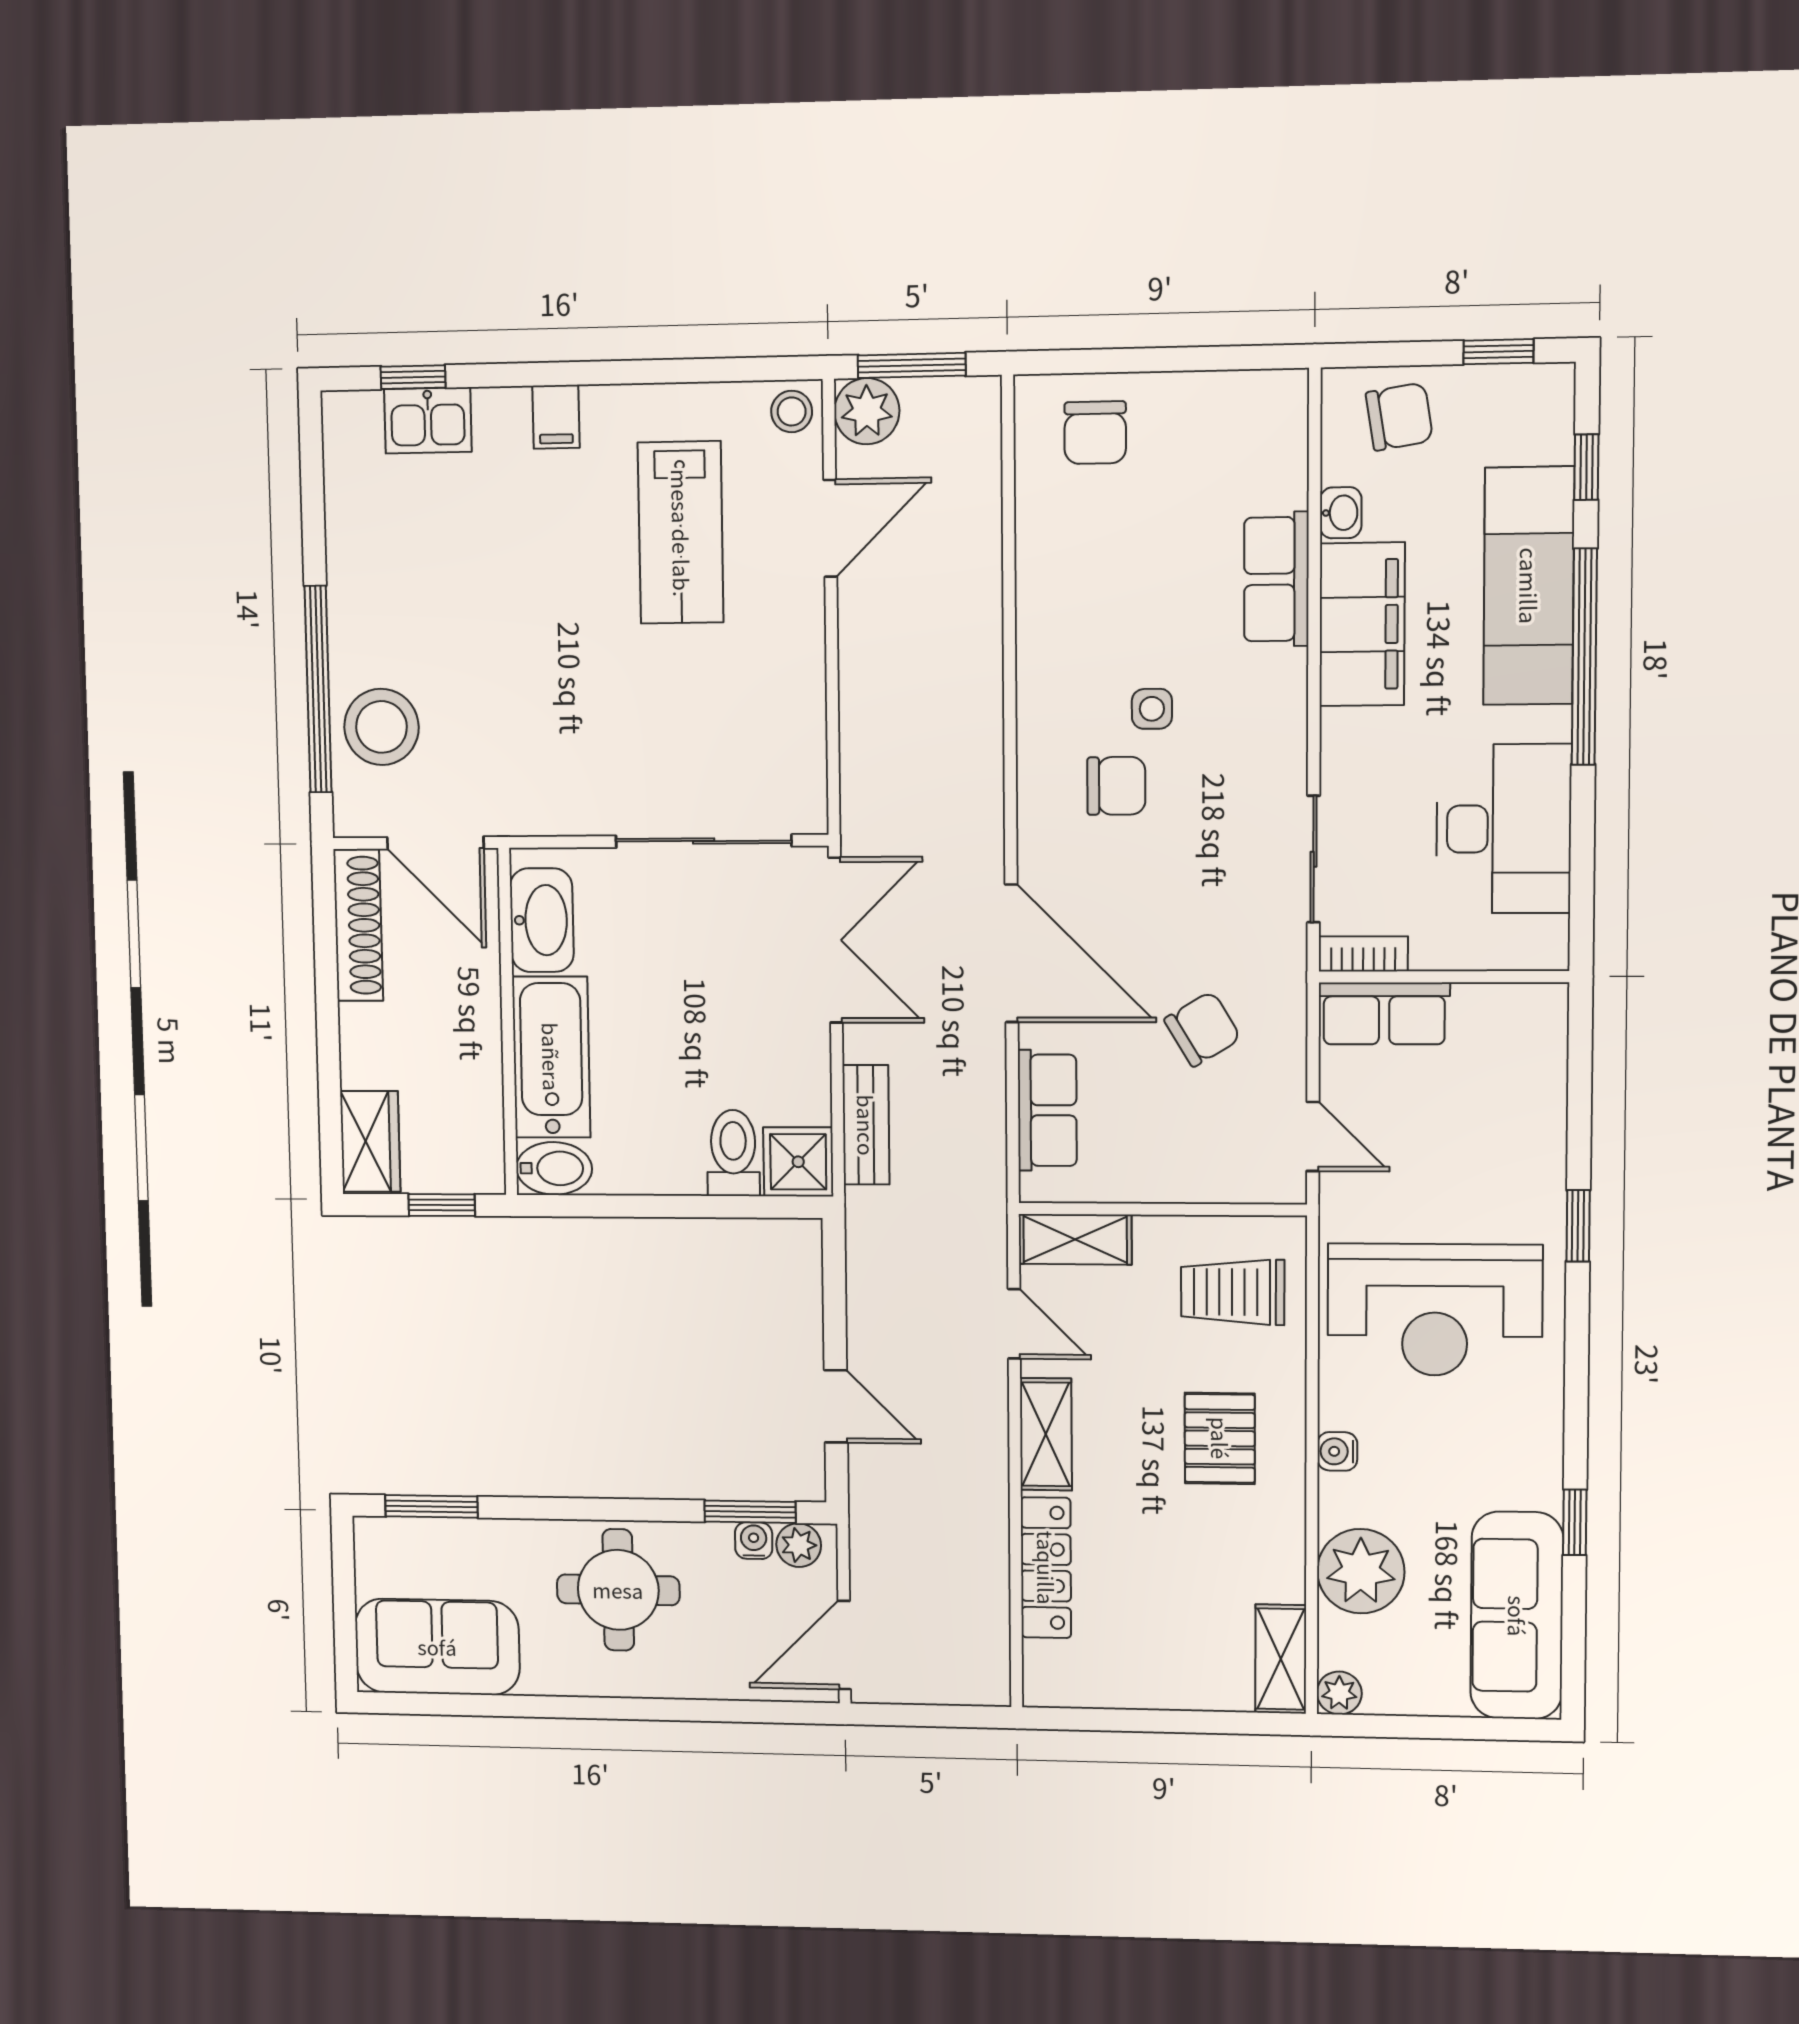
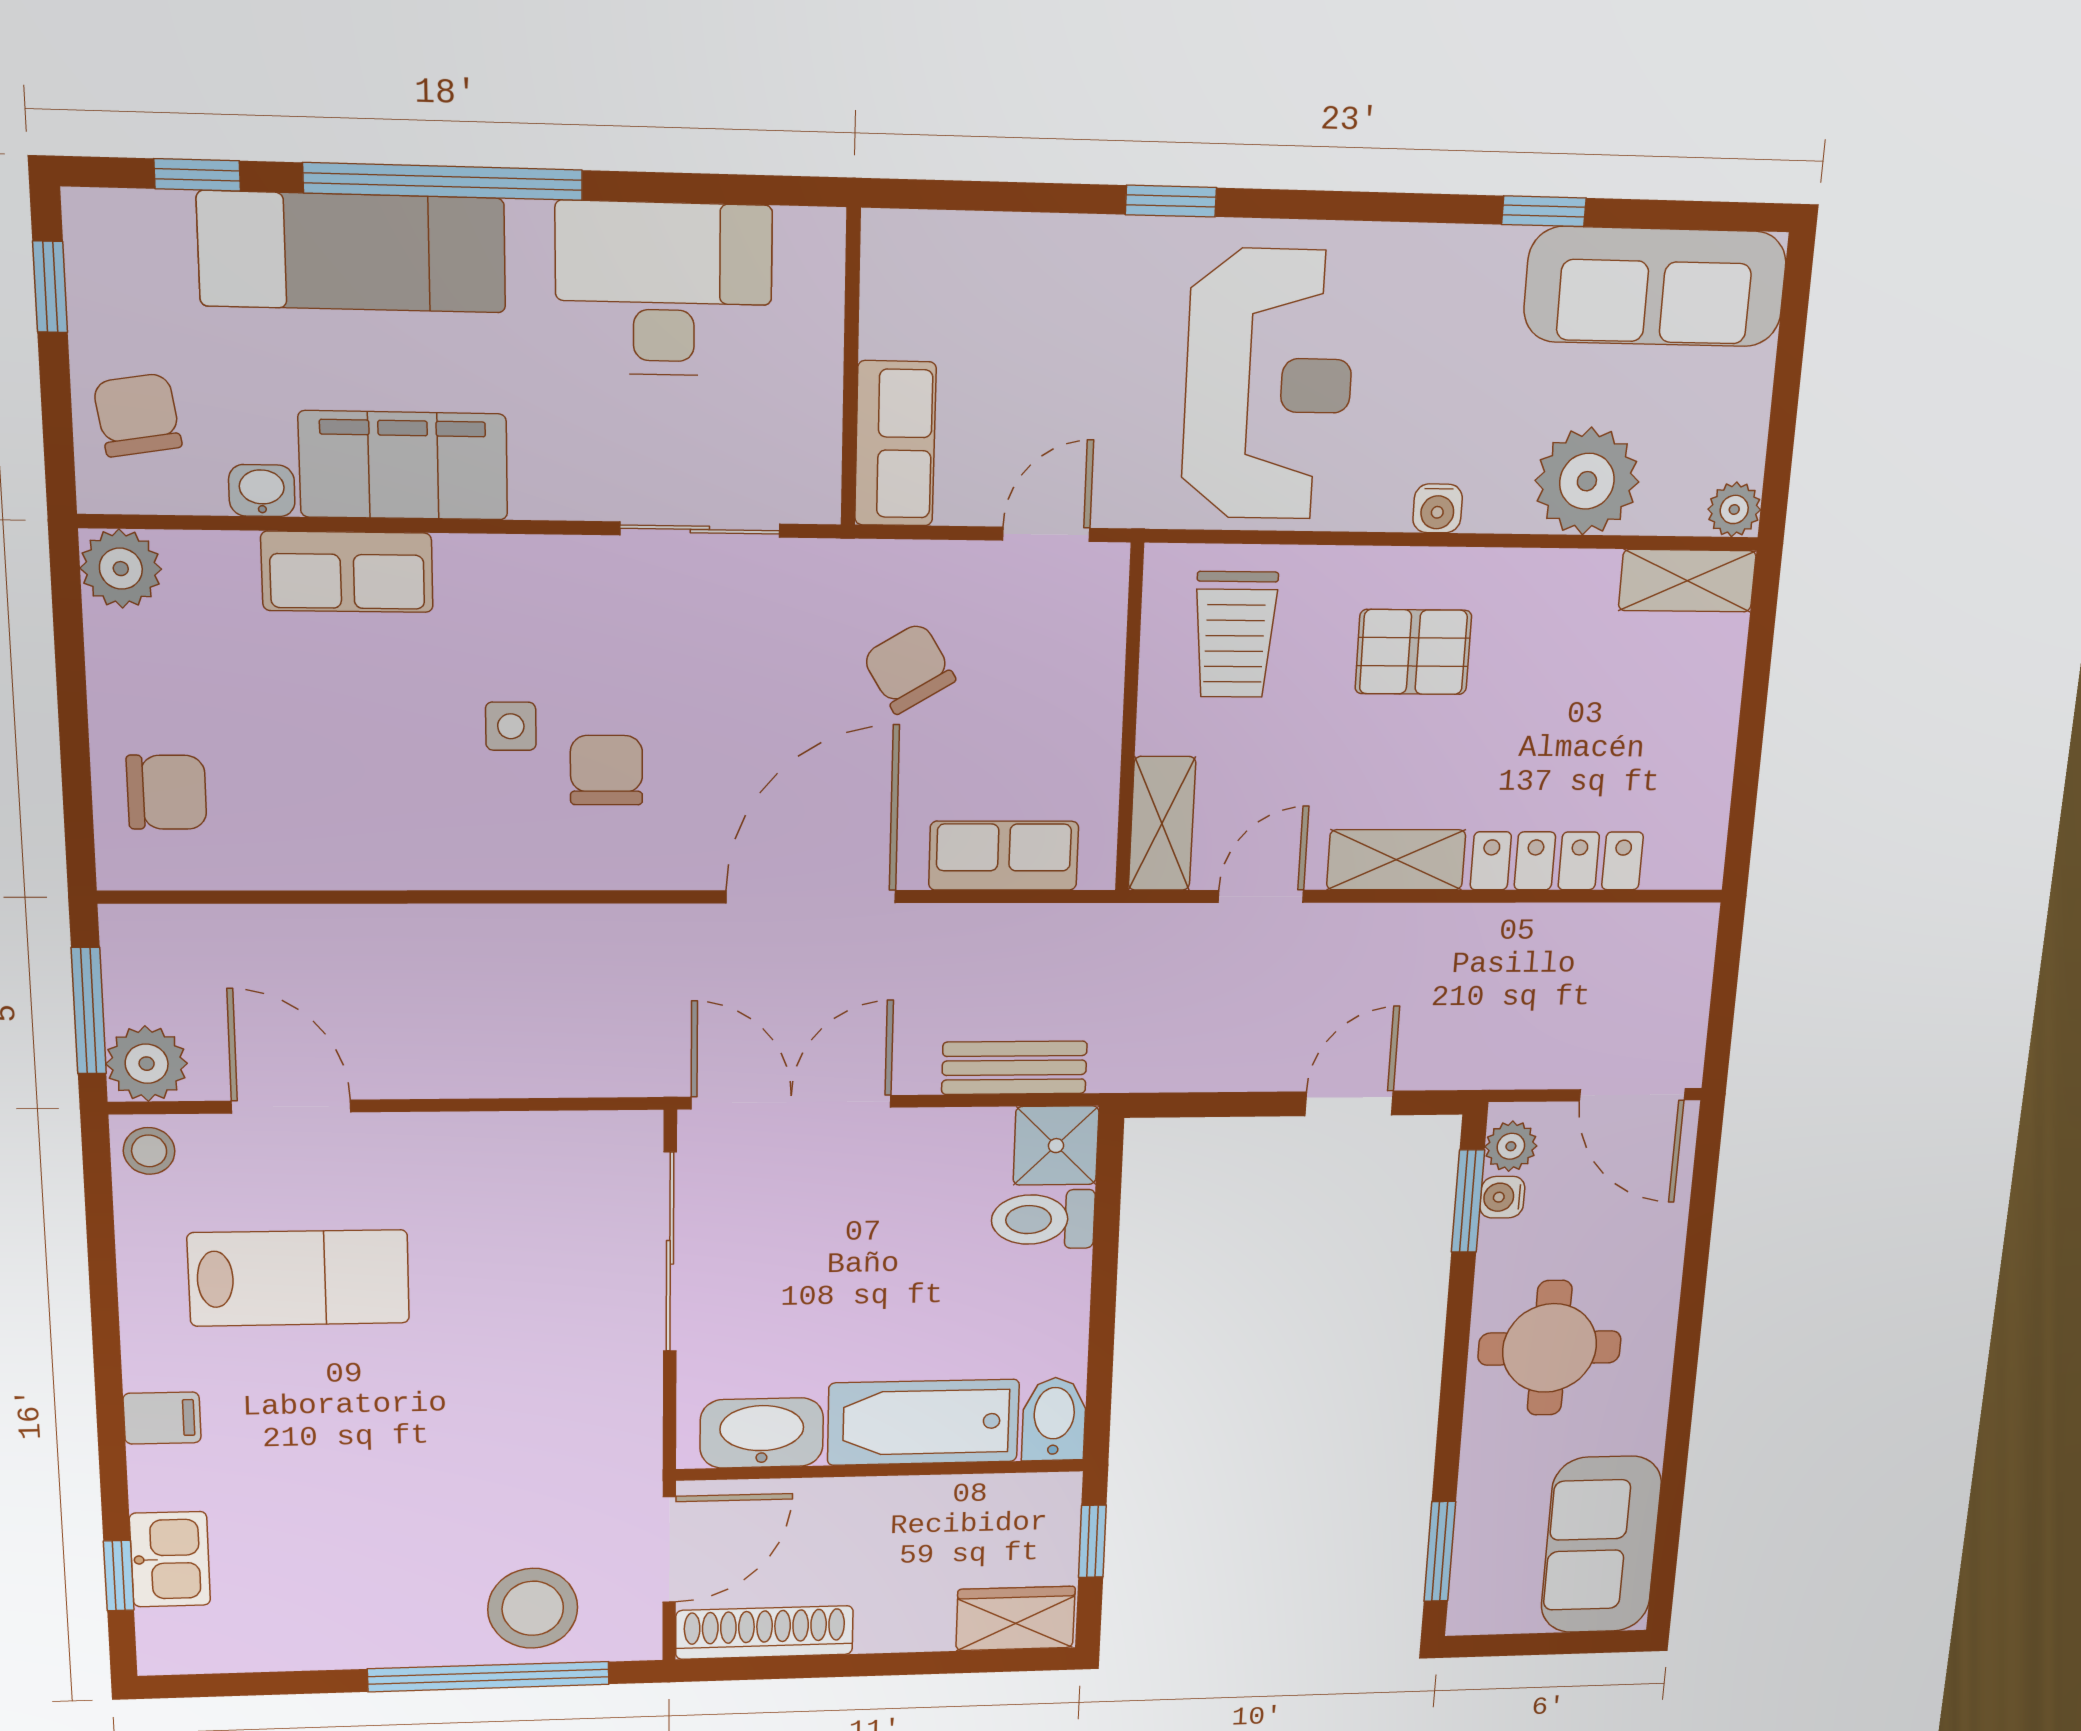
plant: (1277, 401) -> (121, 569), added
bookcase: (1363, 954) -> (820, 469), removed

